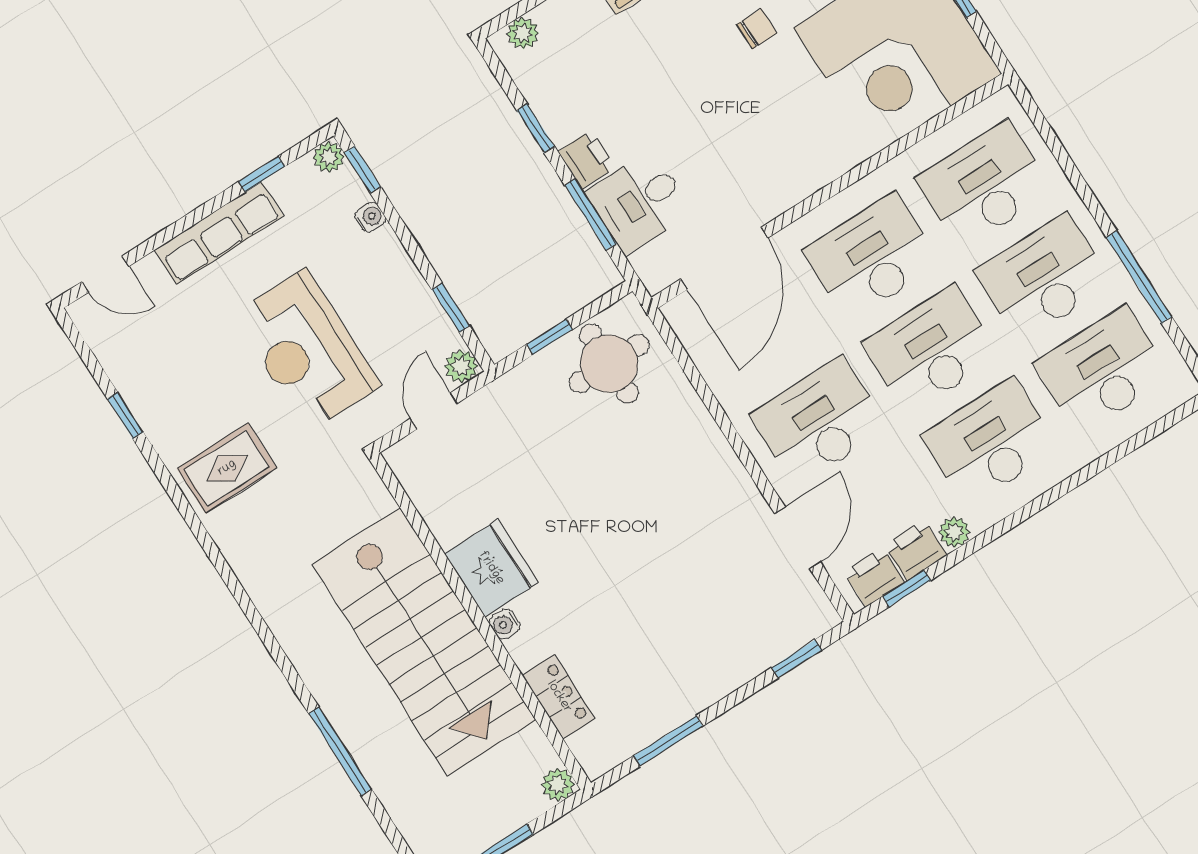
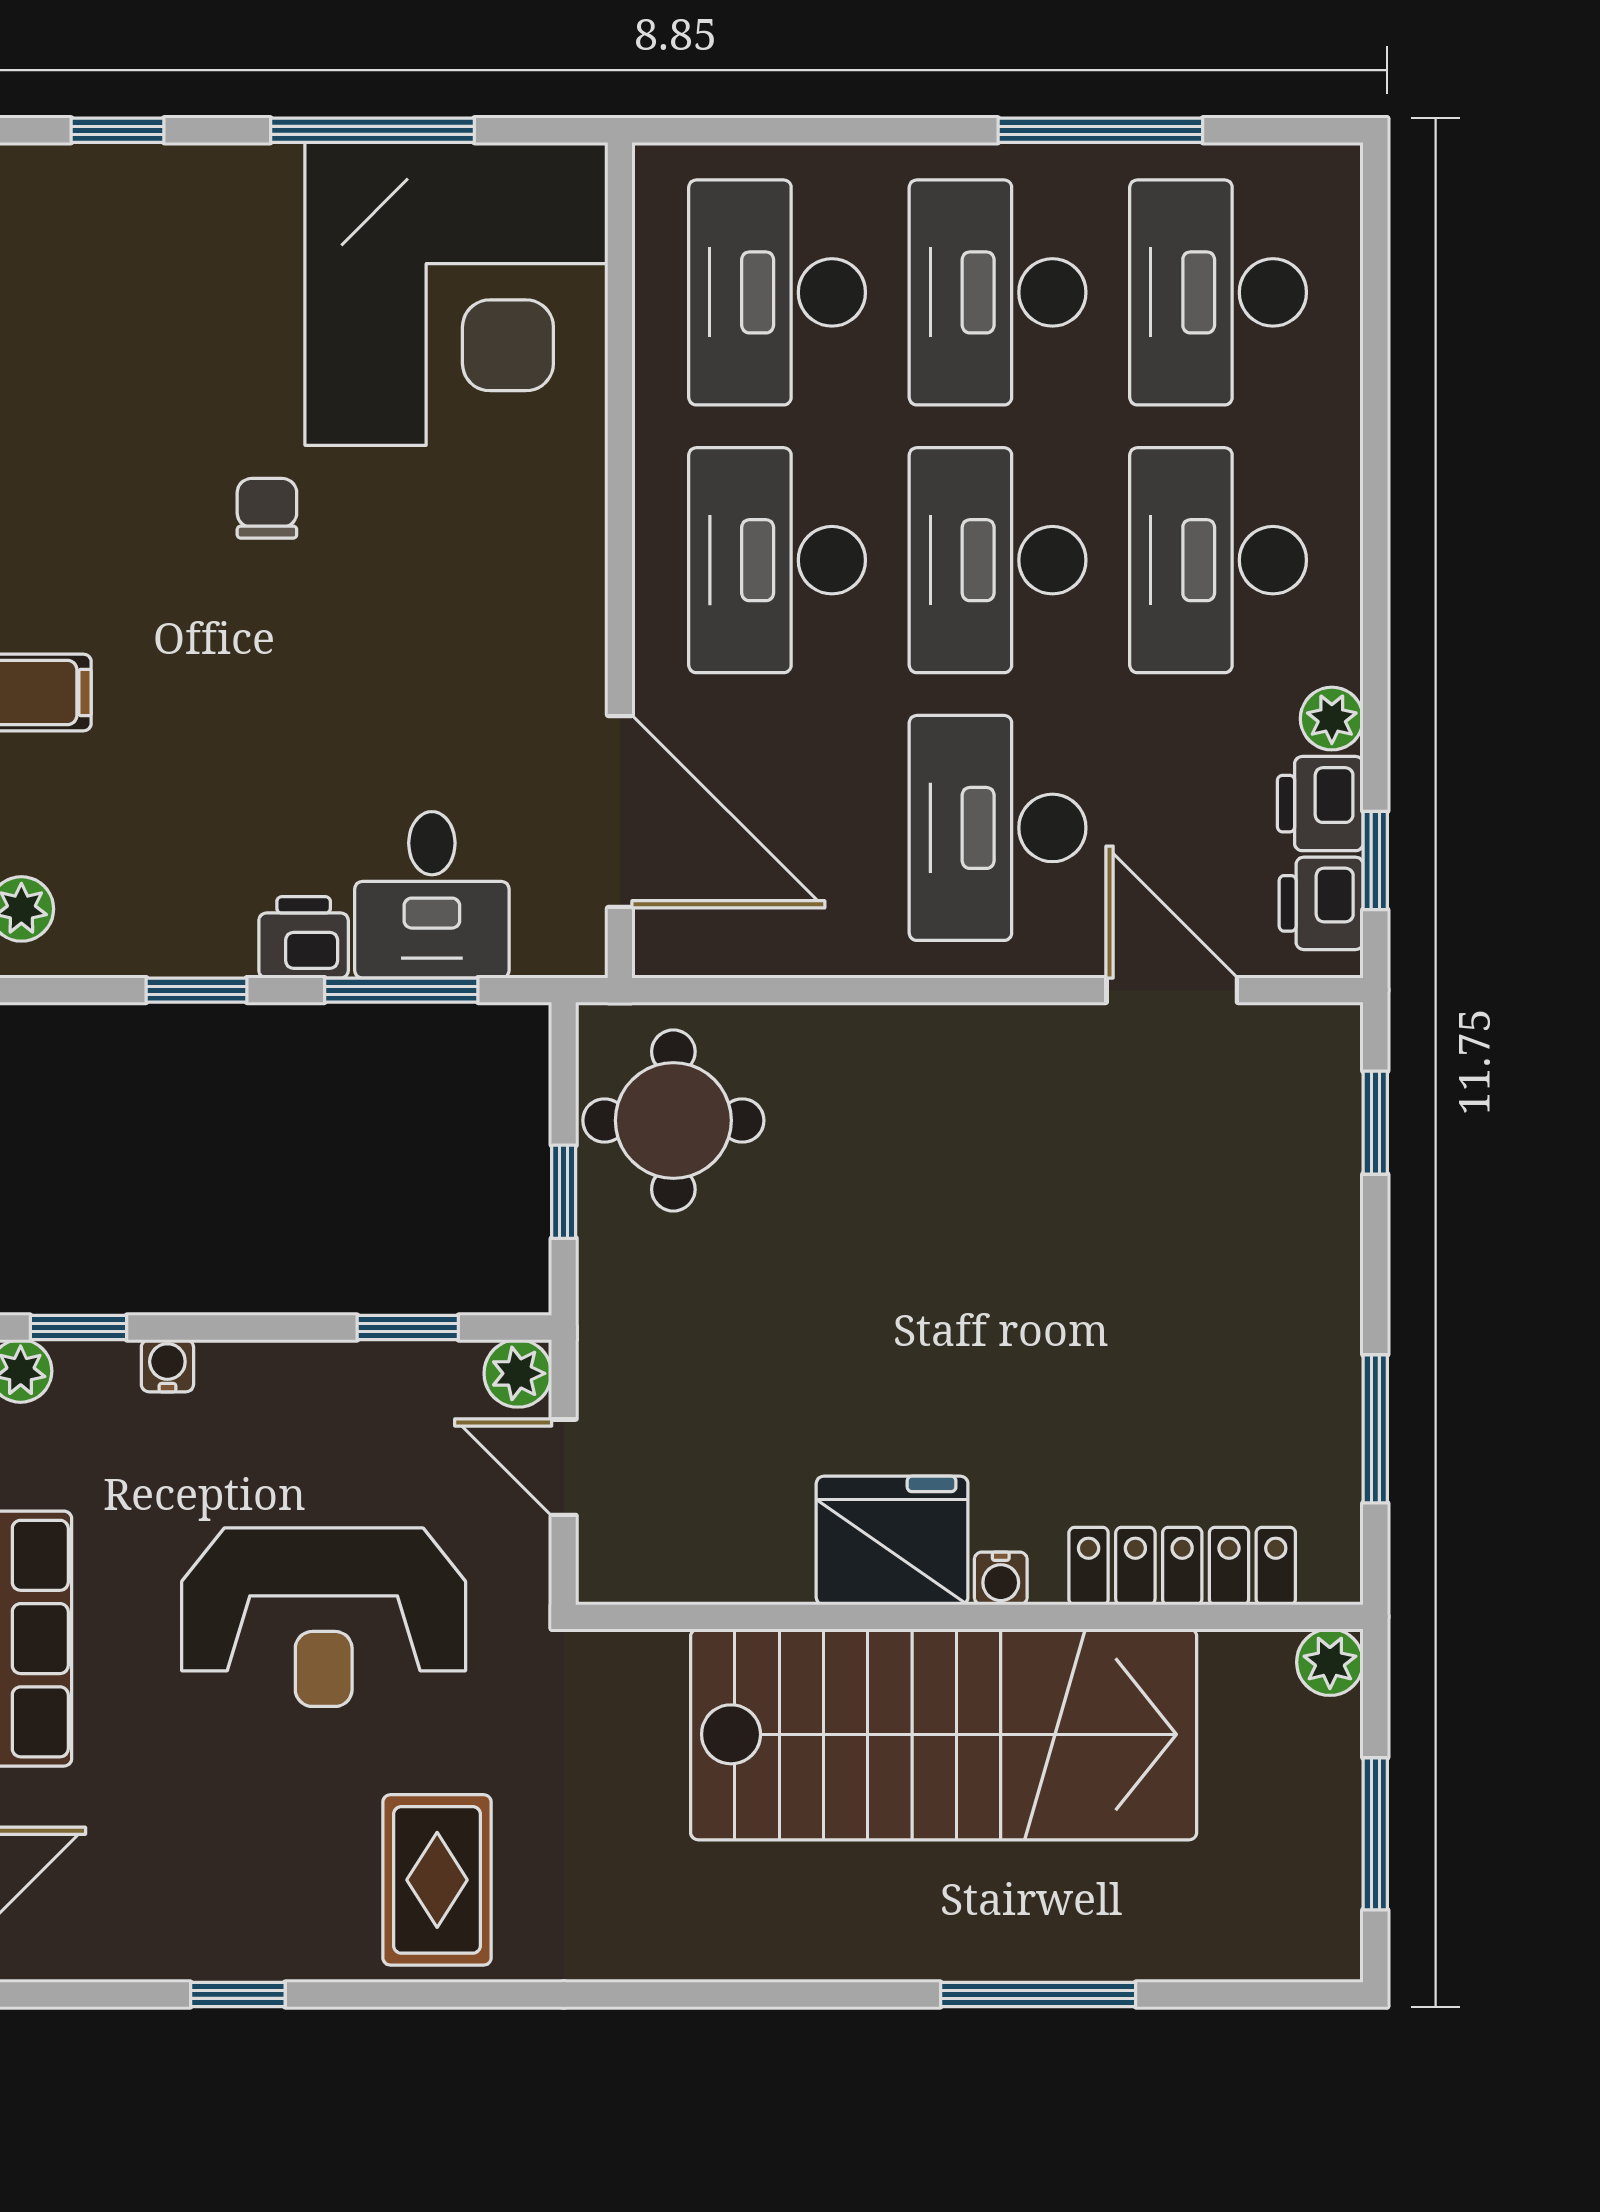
locker: (559, 697) -> (1182, 1566), width x1.53

